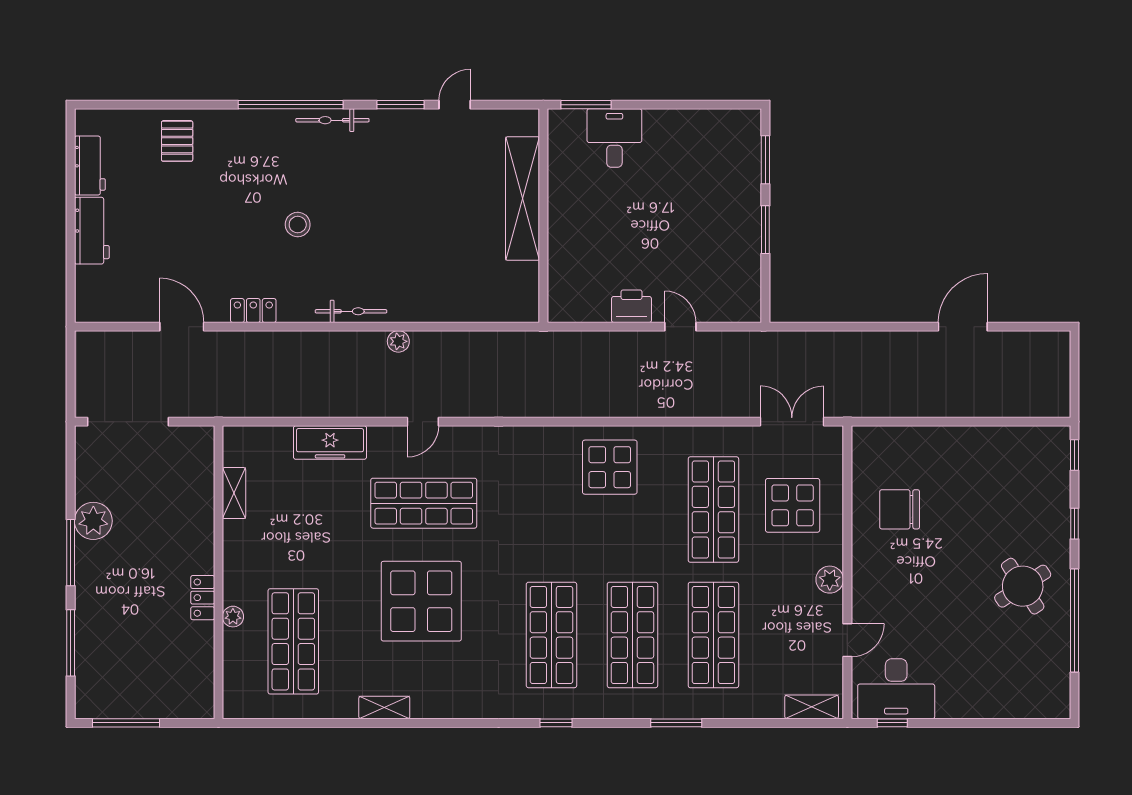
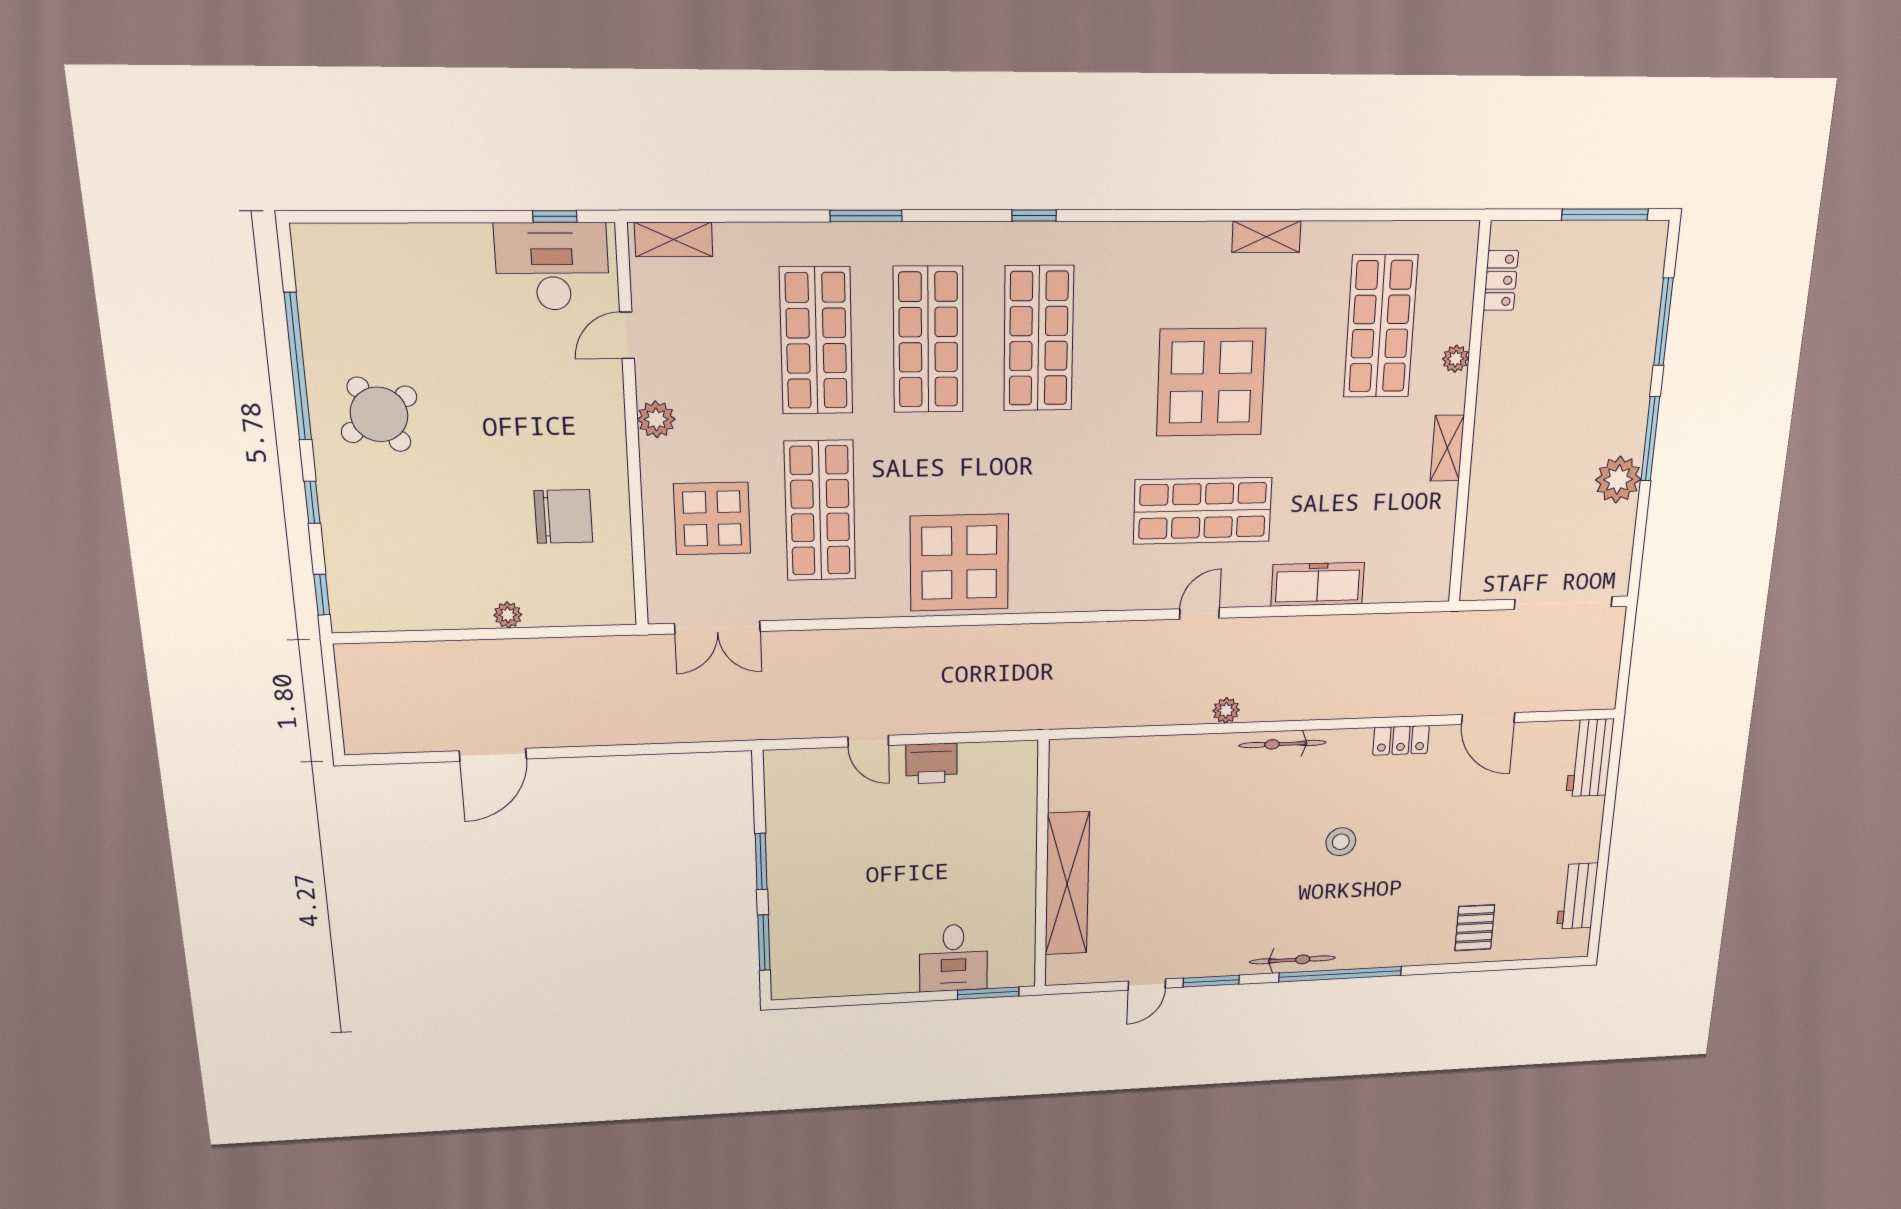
workbench: (92, 231) -> (1590, 758), moved
plant: (944, 436) -> (508, 615), added
display table: (610, 467) -> (959, 563), width x1.36, depth x1.36
shelving: (234, 493) -> (1447, 448), moved
locker: (203, 598) -> (1501, 280), moved

